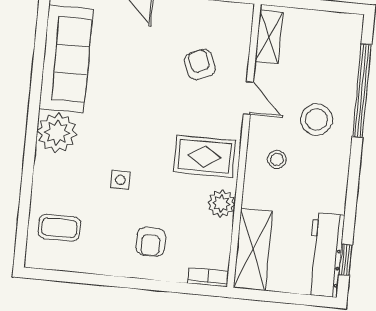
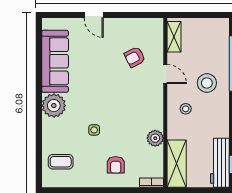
armchair: (200, 64) -> (135, 57), turned -94
rug: (205, 156) -> (143, 111), removed

